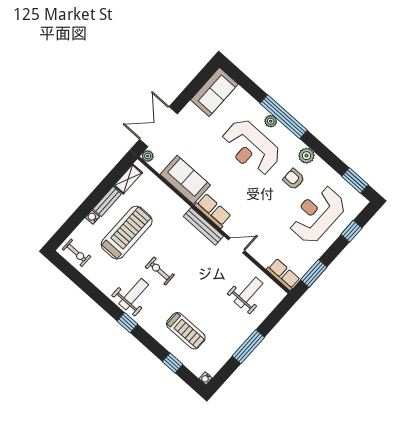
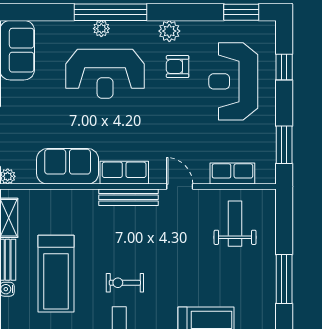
treadmill: (127, 233) -> (56, 274), turned 180
door: (236, 245) -> (180, 187), hinge flipped
row of seats: (283, 274) -> (232, 173), moved

